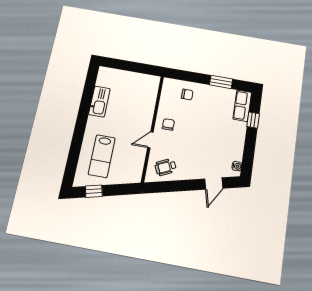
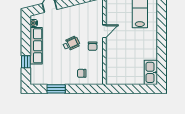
kitchen sink: (99, 102) -> (151, 72), moved
row of seats: (242, 106) -> (36, 46), moved, width x1.48
wheelchair: (166, 167) -> (71, 43), moved

